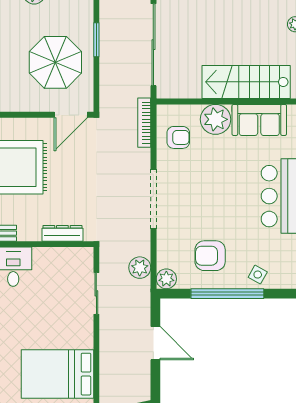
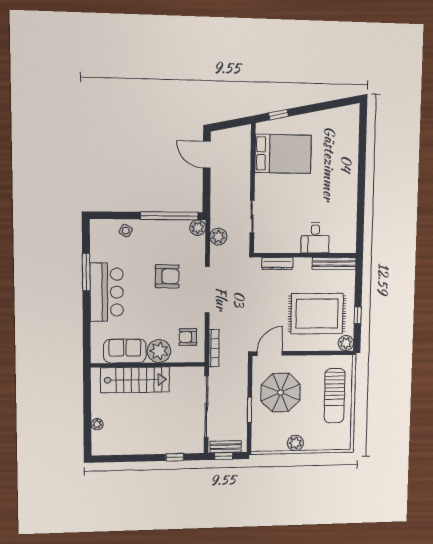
armchair: (210, 256) -> (167, 276), moved
window: (227, 294) -> (169, 216), moved
door: (155, 343) -> (207, 155), moved

